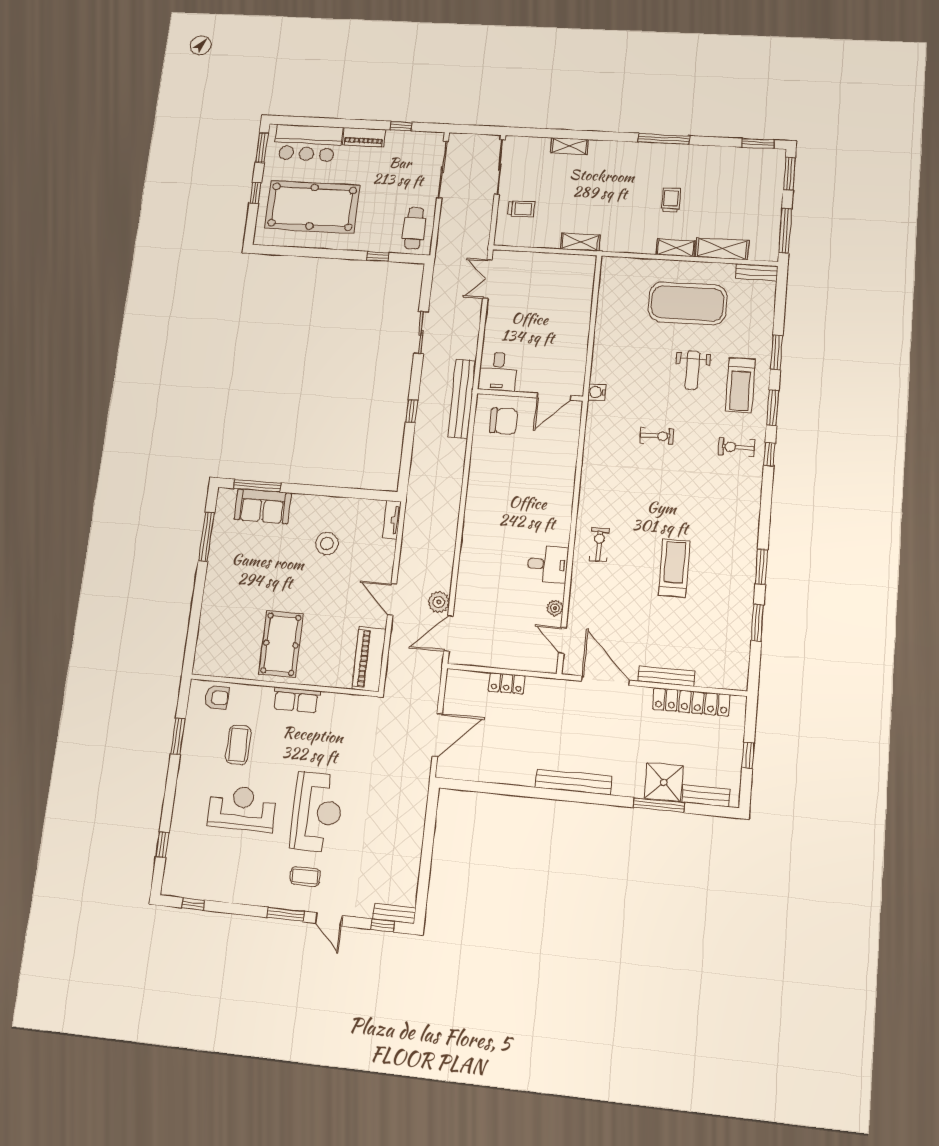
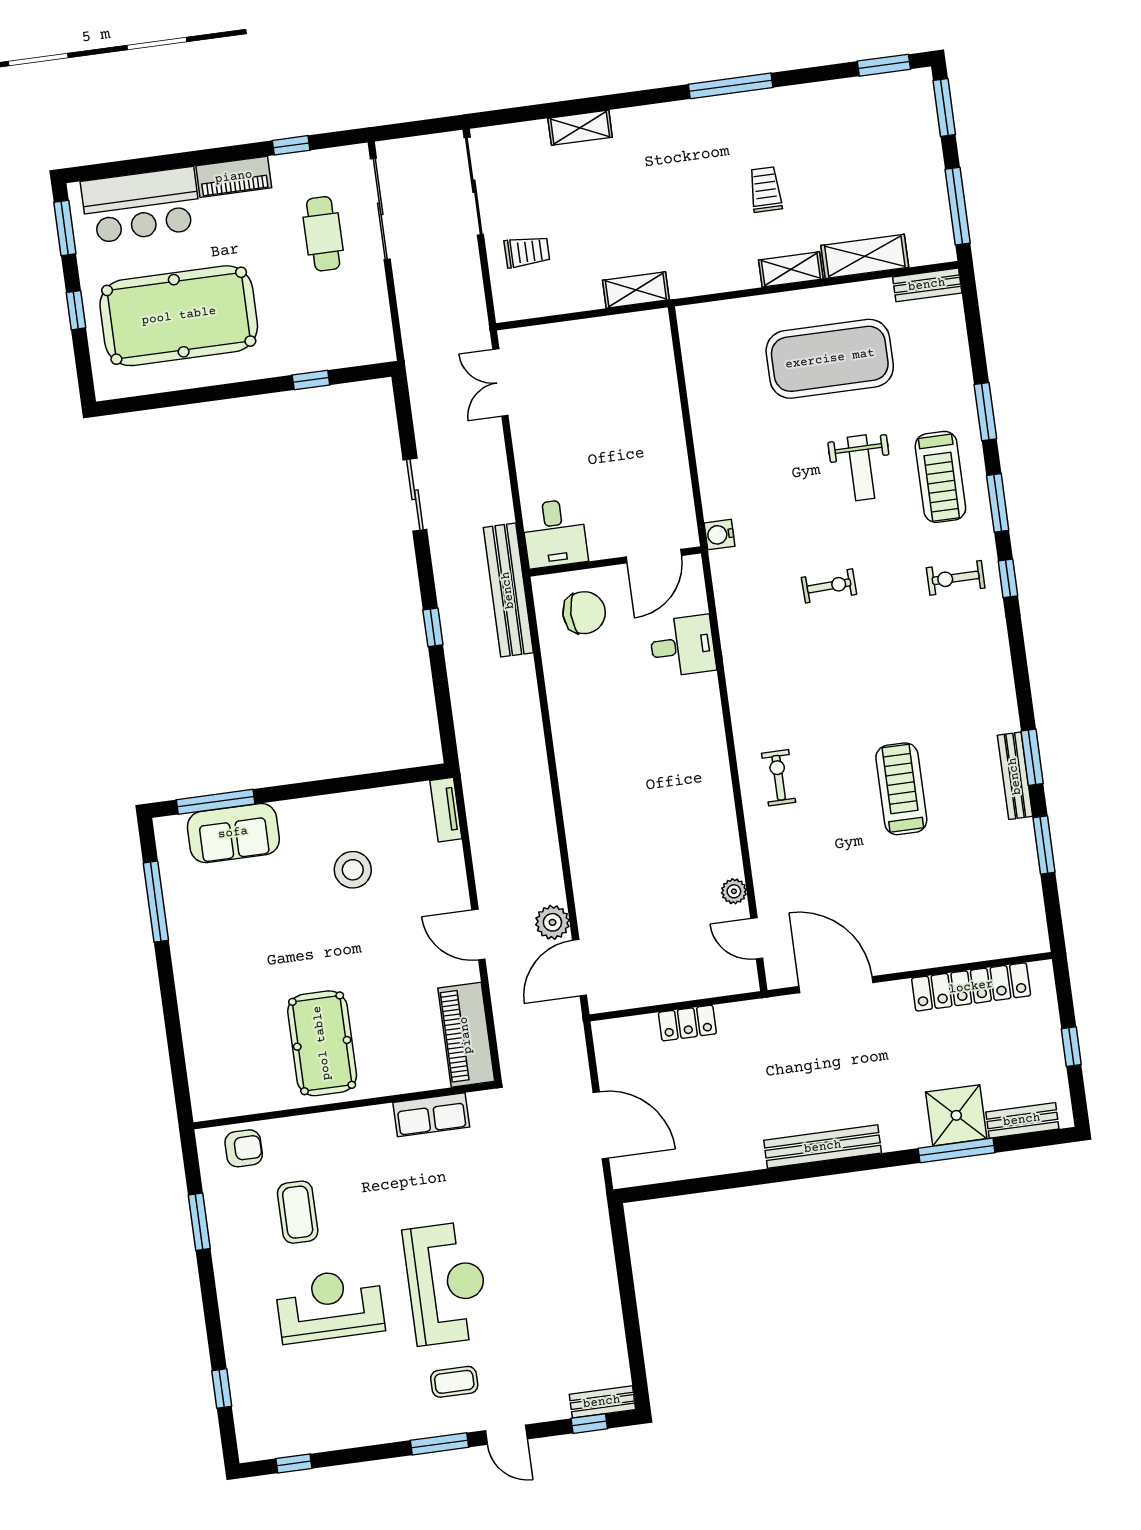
cafe table: (414, 228) -> (323, 234), moved
desk: (548, 564) -> (683, 646), moved
bench: (666, 676) -> (1015, 776), moved, turned 90
row of seats: (296, 700) -> (431, 1115), moved
door: (437, 735) -> (601, 1125), hinge flipped

